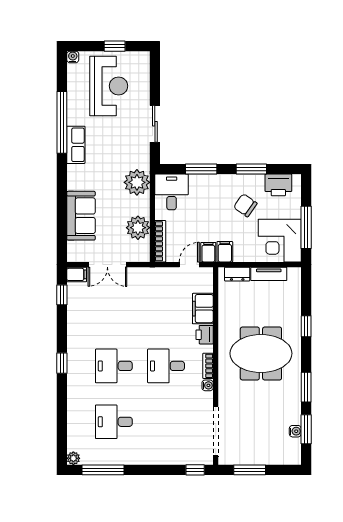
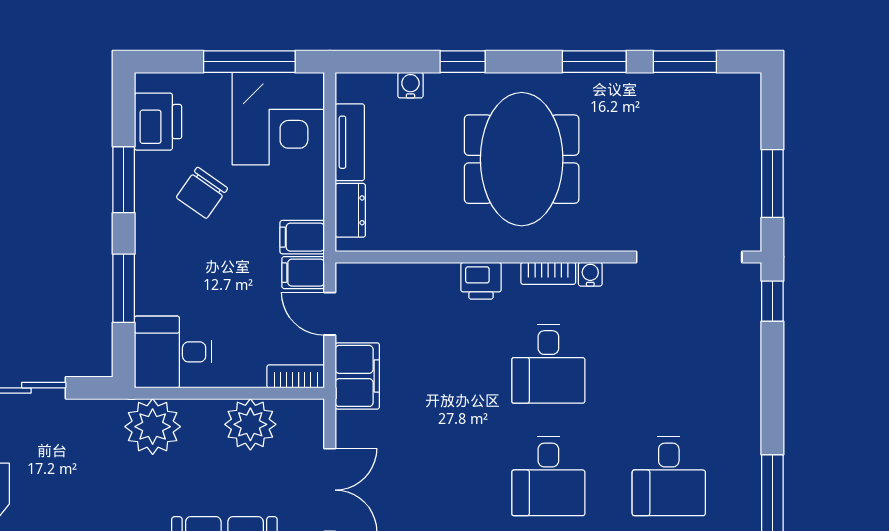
bookcase: (160, 241) -> (296, 376), width x0.64
filing cabinet: (203, 309) -> (357, 376), moved, turned -90
water cooler: (295, 431) -> (410, 85), moved

